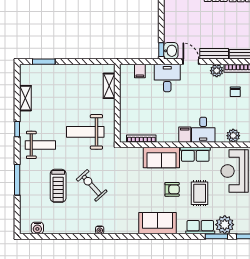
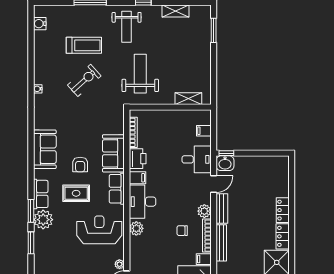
desk: (203, 130) -> (143, 202), width x1.37
printer: (166, 134) -> (138, 159), added
treadmill: (58, 186) -> (84, 45), turned 180

